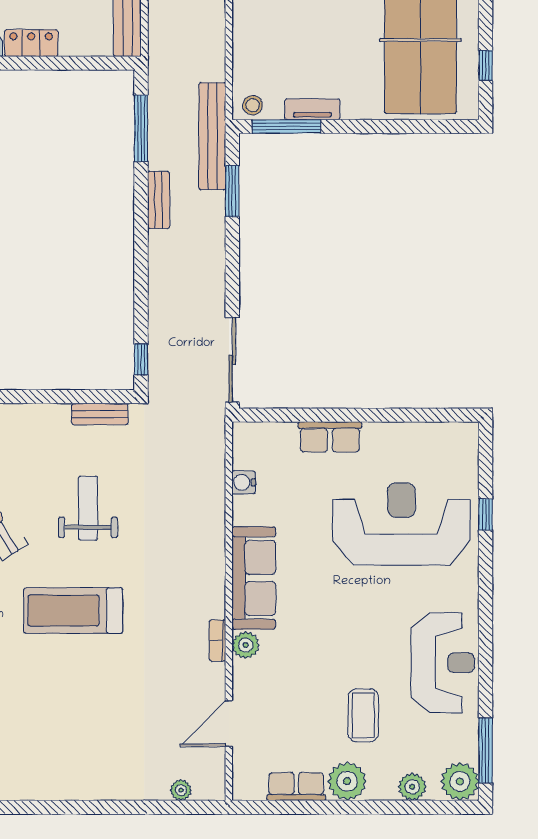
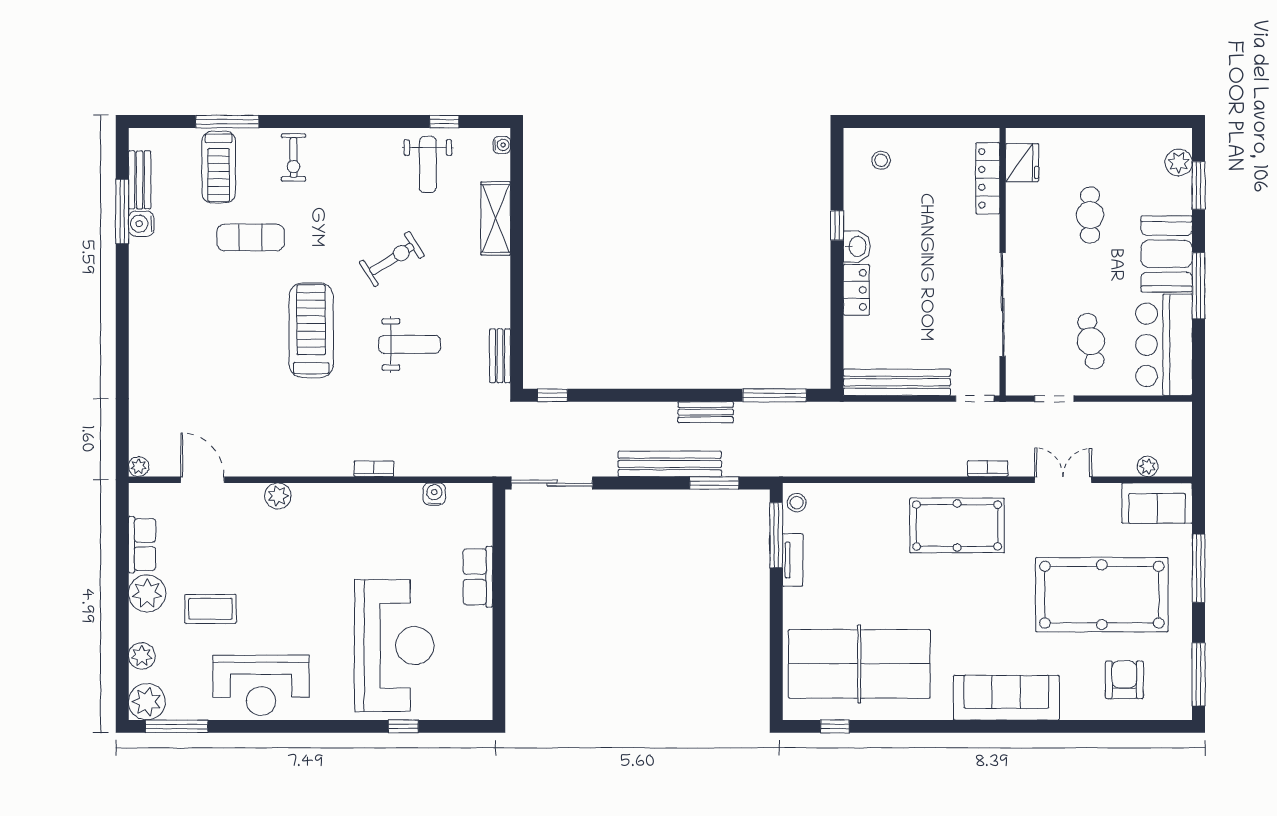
bench: (212, 136) -> (670, 464), moved
sofa: (254, 578) -> (342, 504), removed
bookcase: (217, 640) -> (374, 469), moved
plant: (181, 790) -> (139, 467), moved

